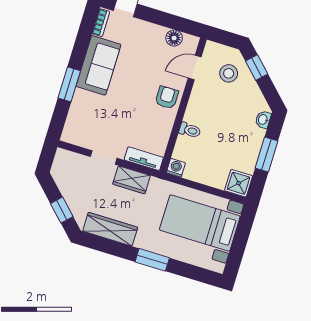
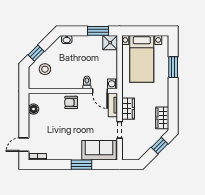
sofa: (99, 65) -> (99, 150), moved
door: (195, 68) -> (100, 91), moved
window: (266, 154) -> (98, 31), moved
wardrobe: (110, 229) -> (162, 118), width x0.67
window: (152, 260) -> (173, 67), moved

